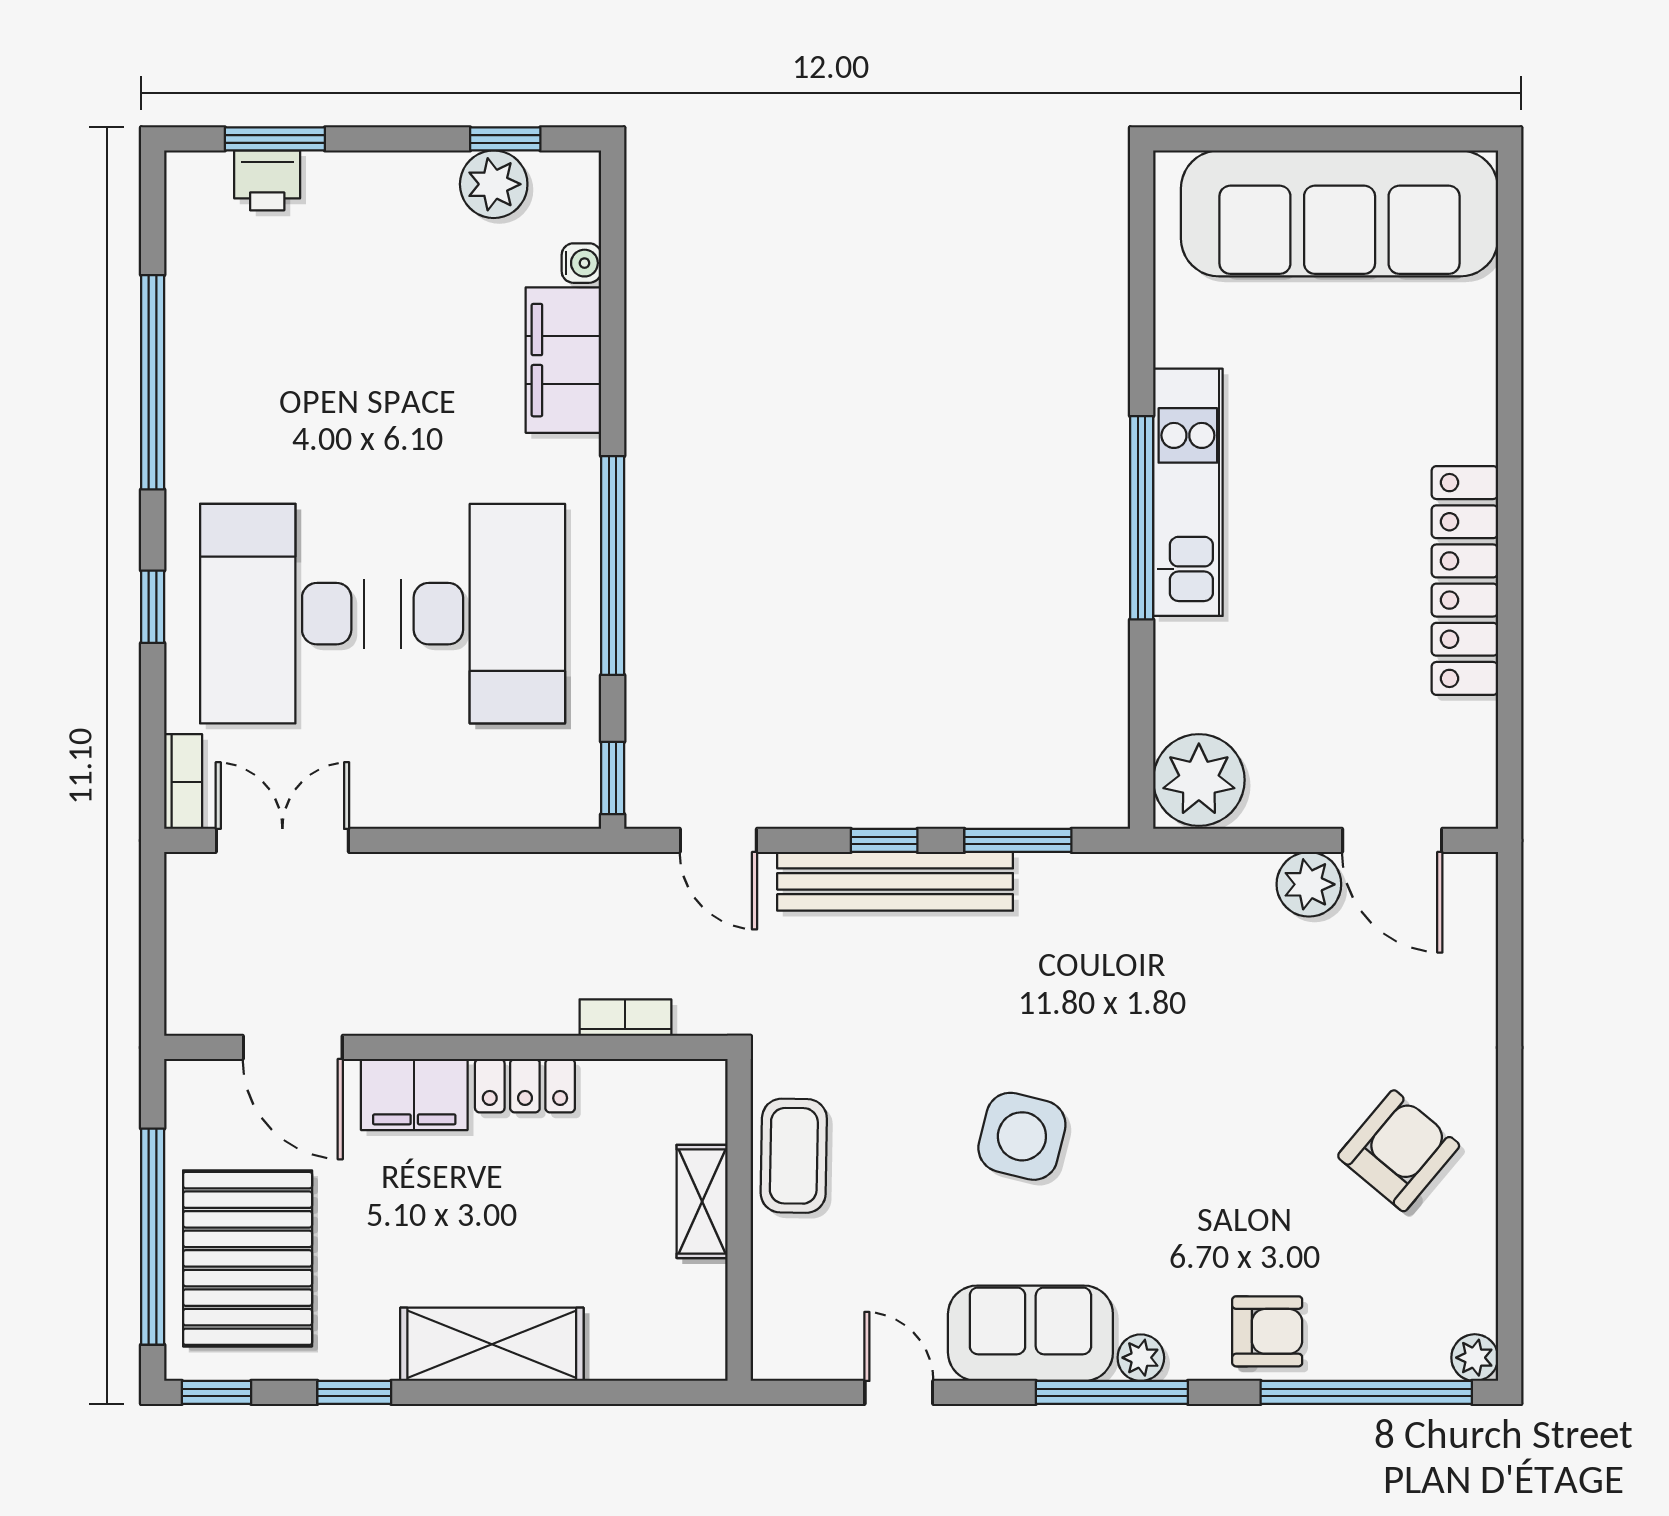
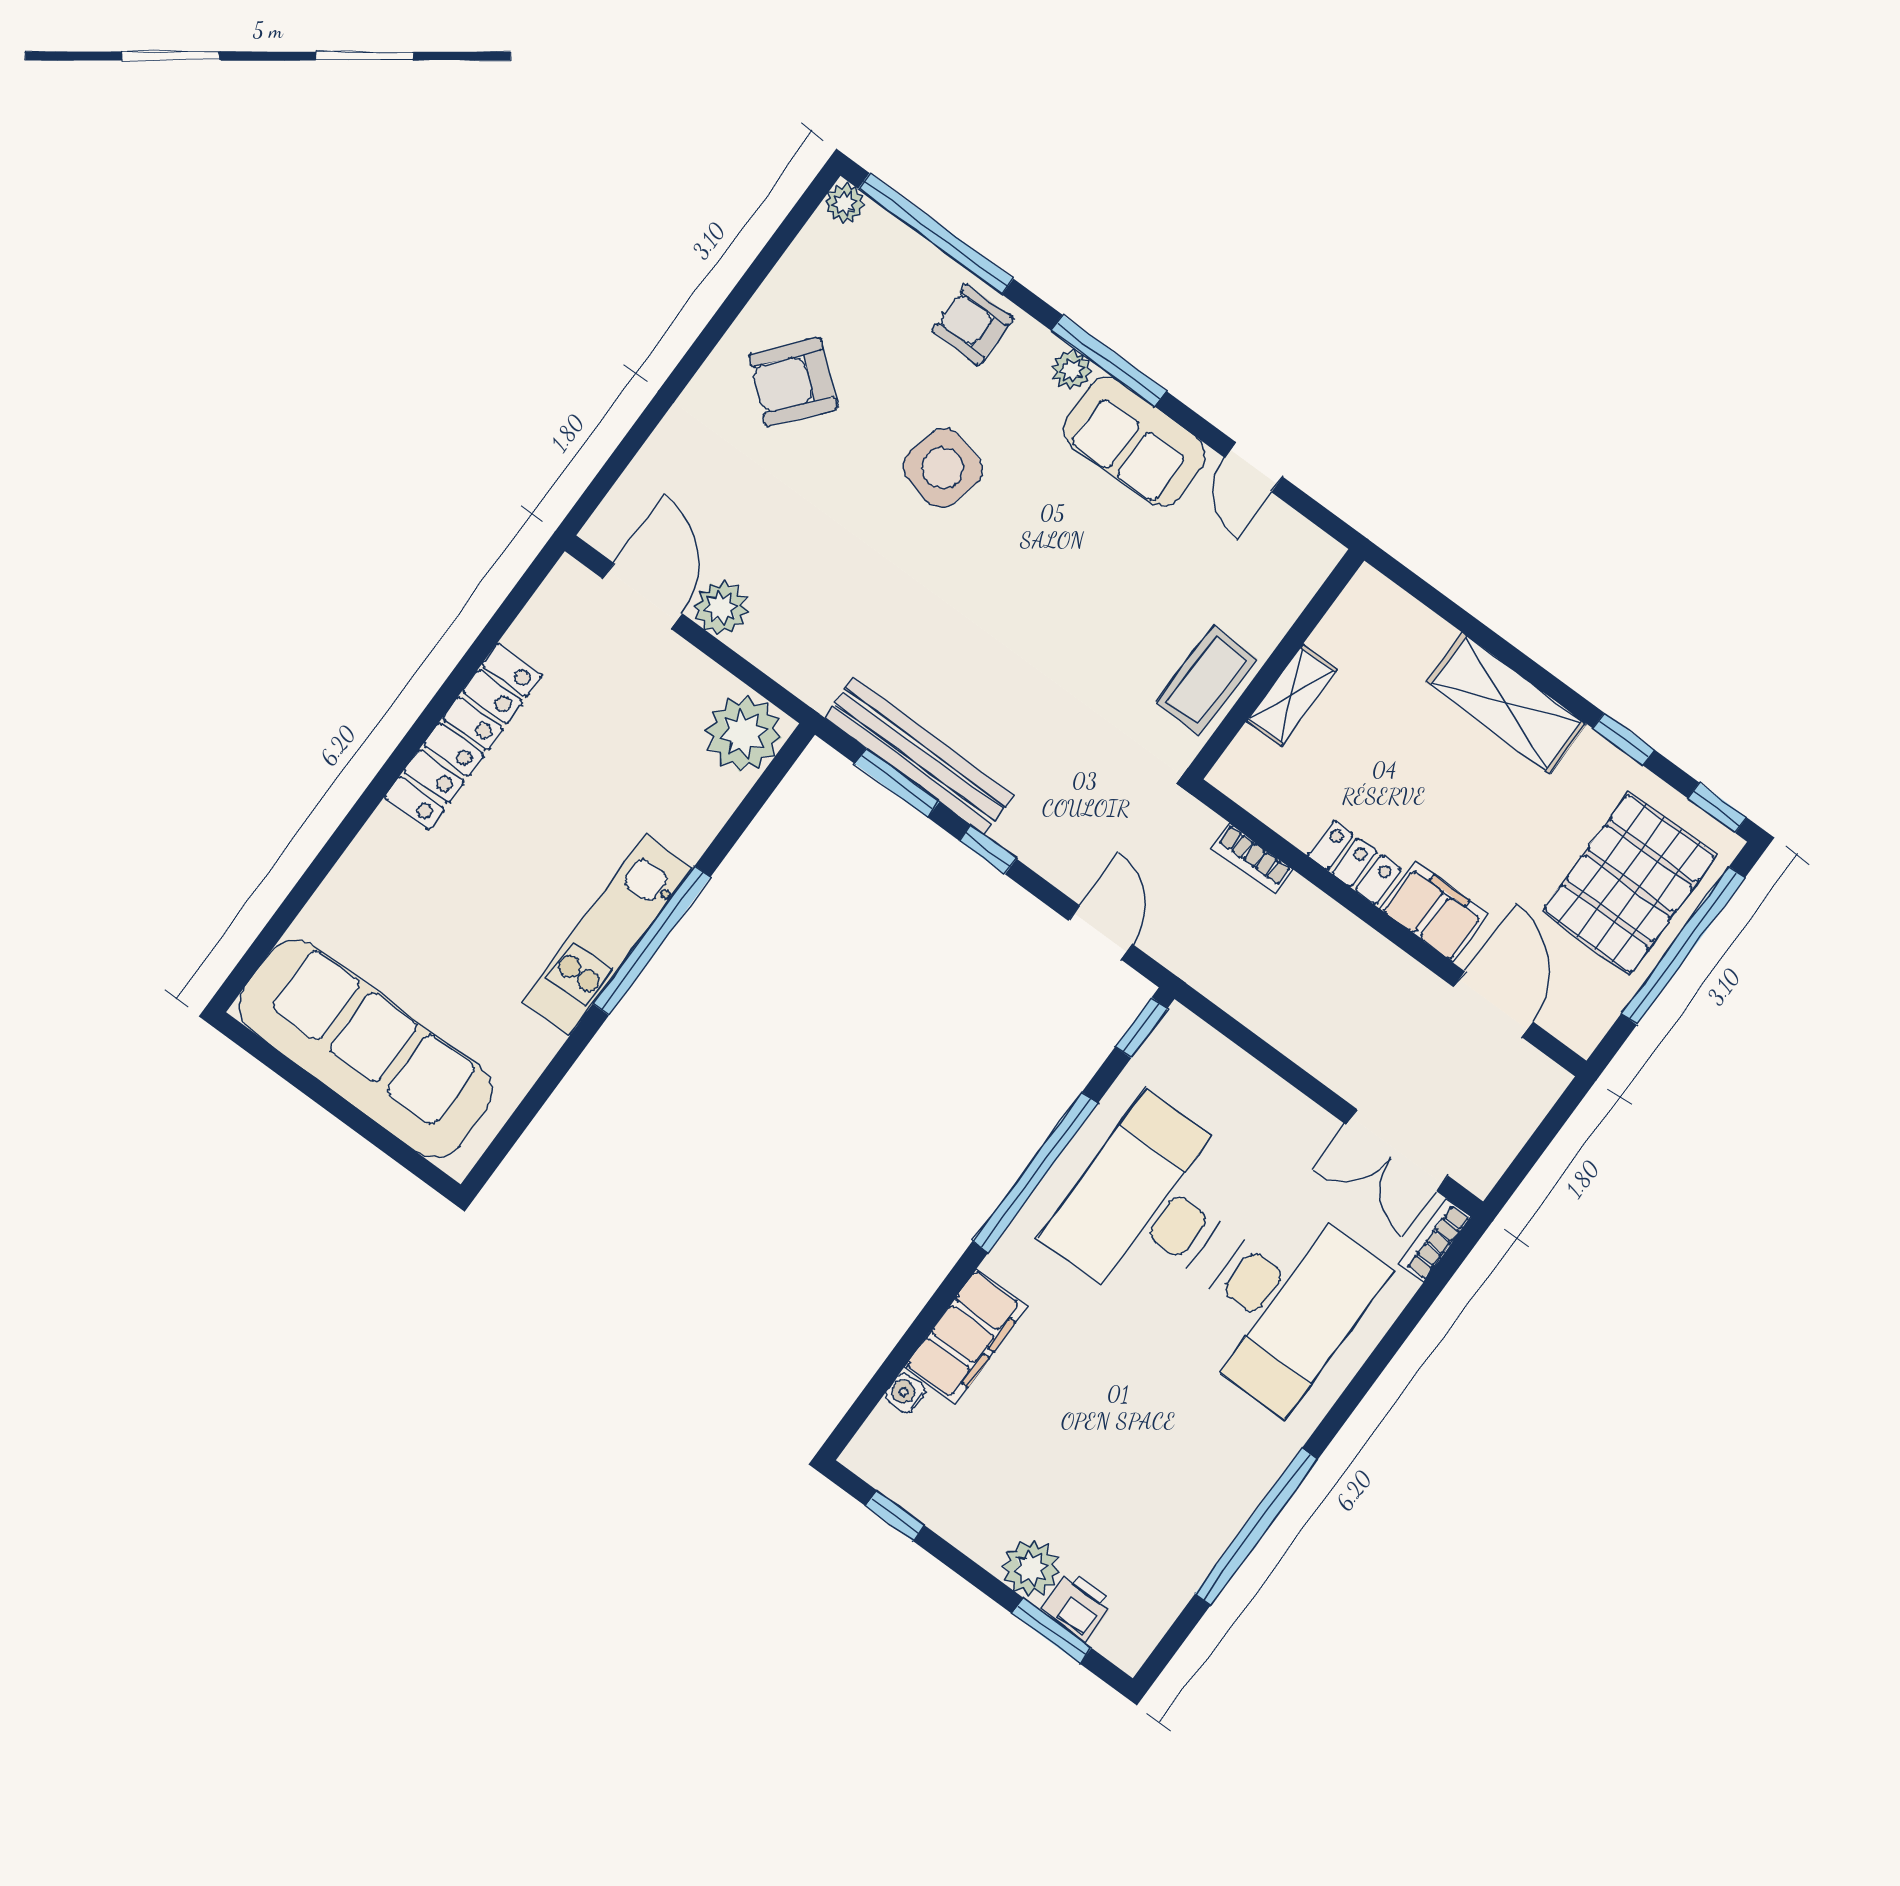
plant: (494, 184) -> (1031, 1568), moved
window: (153, 607) -> (1368, 1374), removed
bench: (895, 881) -> (919, 756), moved
side table: (1022, 1136) -> (943, 468), moved

